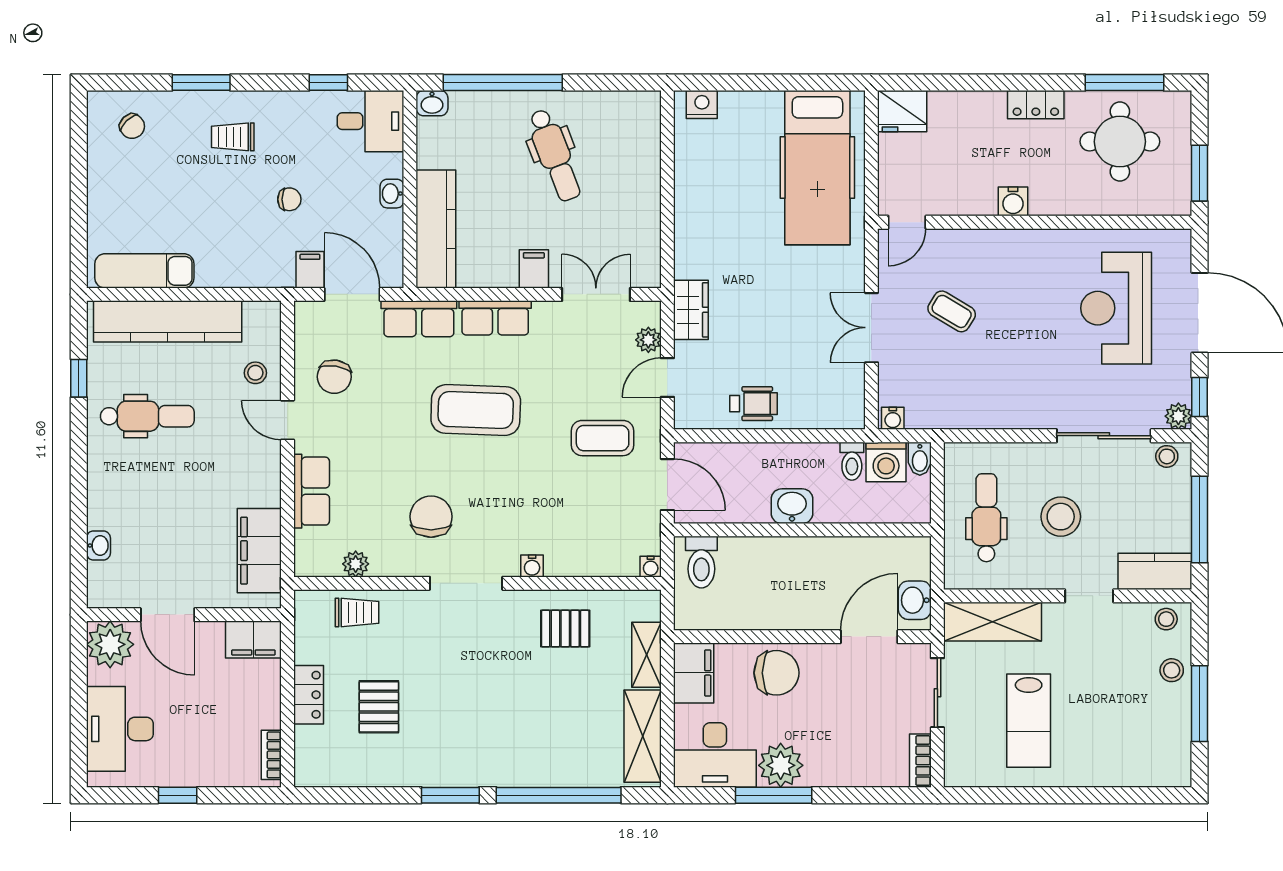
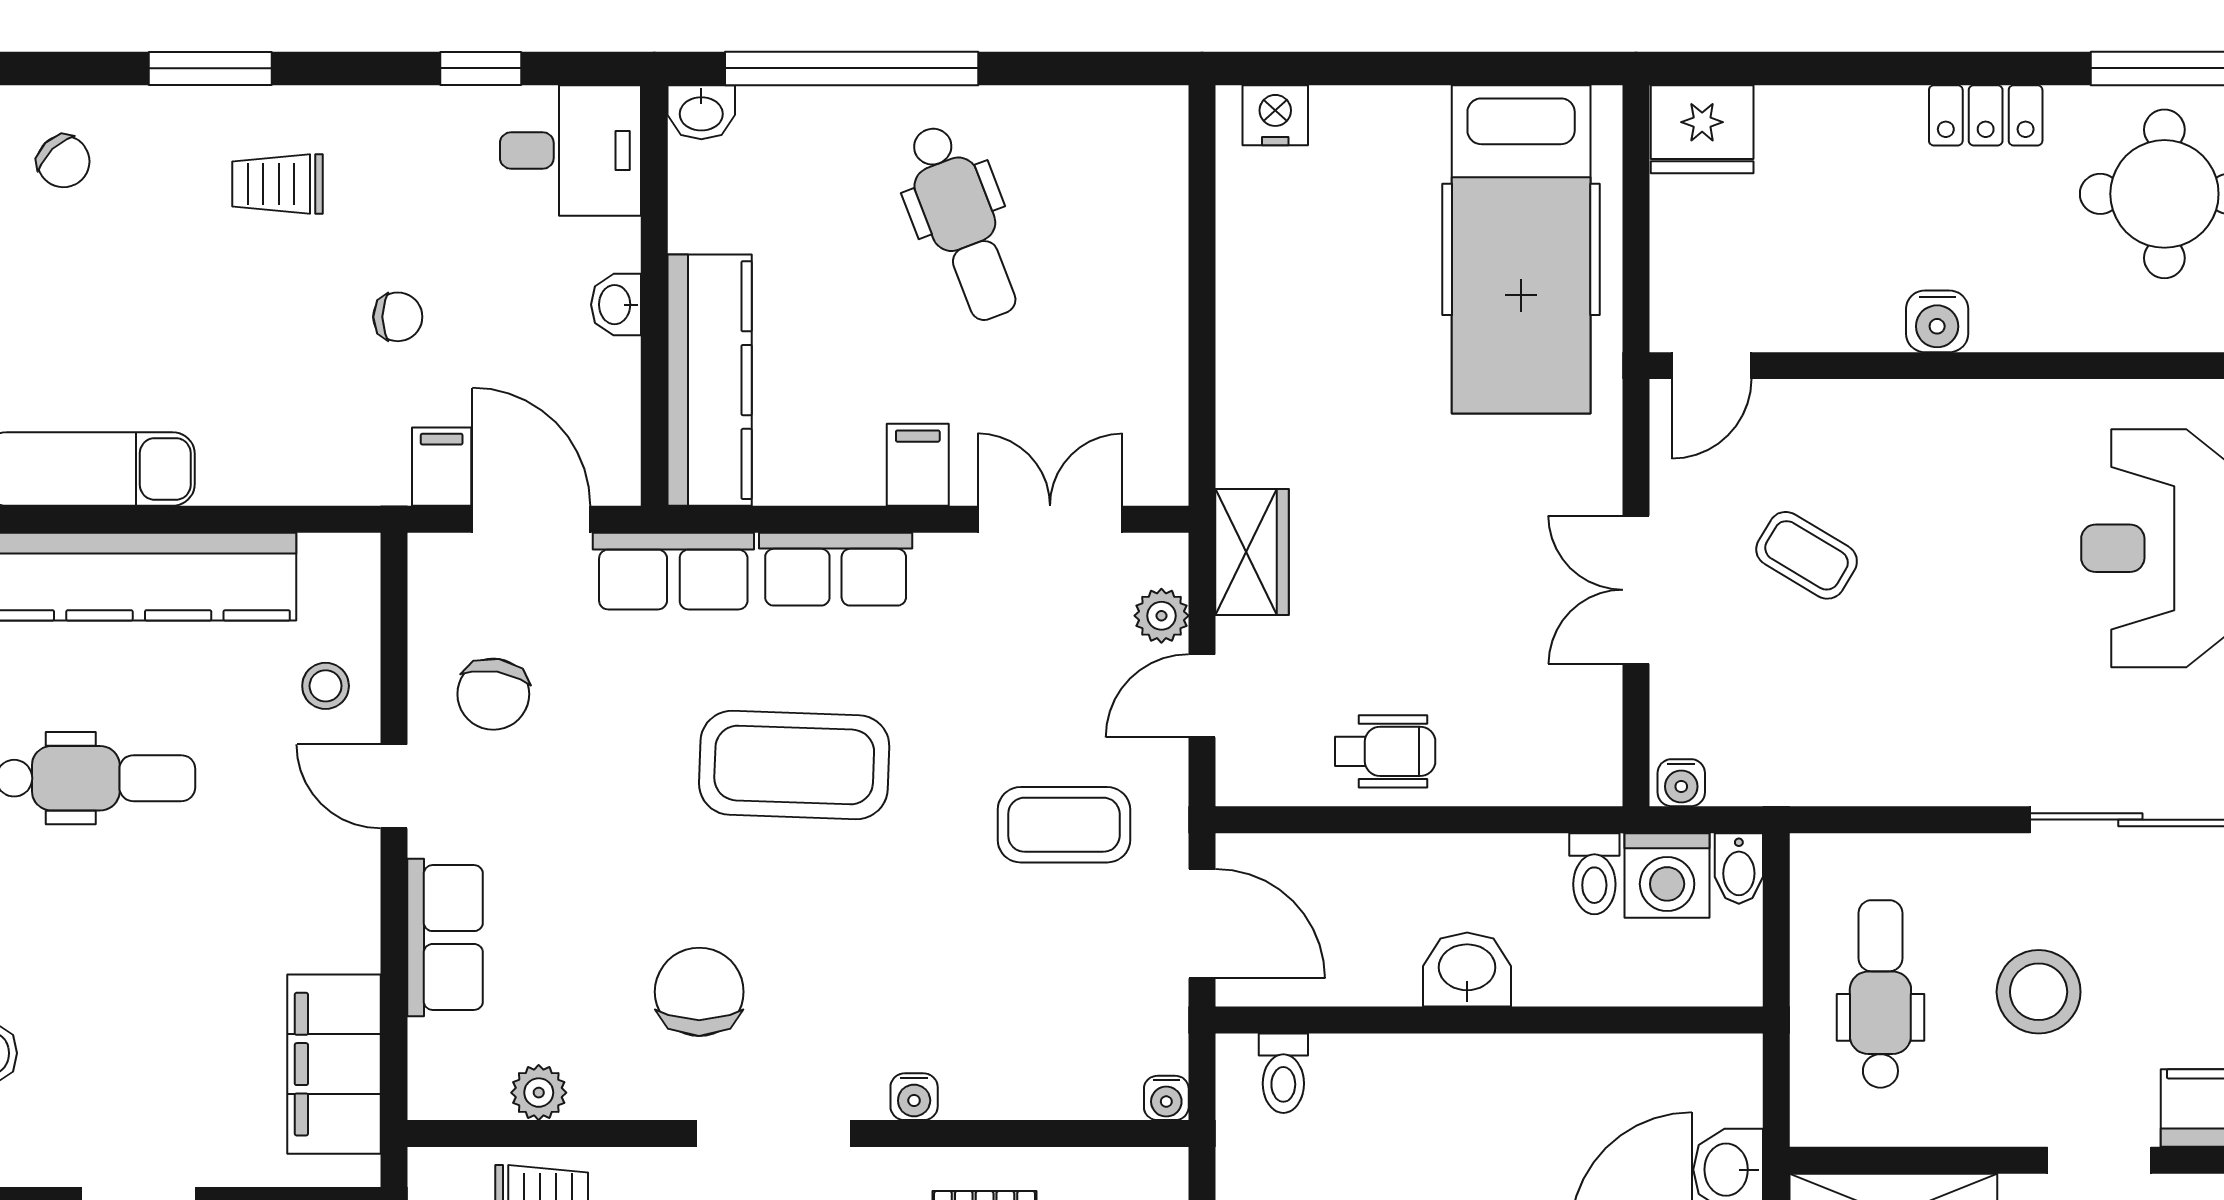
toilet: (701, 562) -> (1283, 1073), width x0.73, depth x0.72

